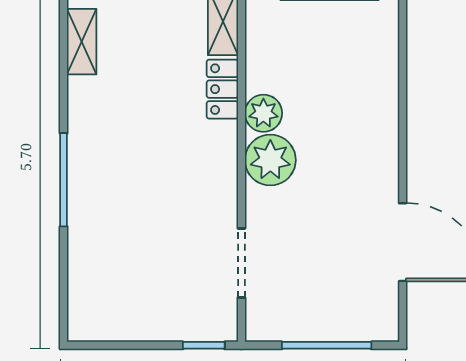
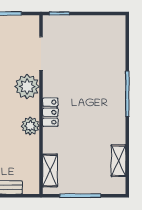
locker: (222, 89) -> (50, 112), moved
plant: (270, 160) -> (27, 87), moved

